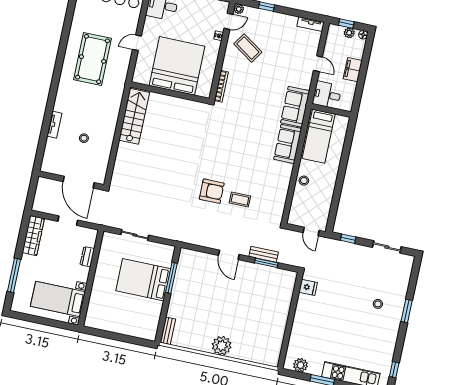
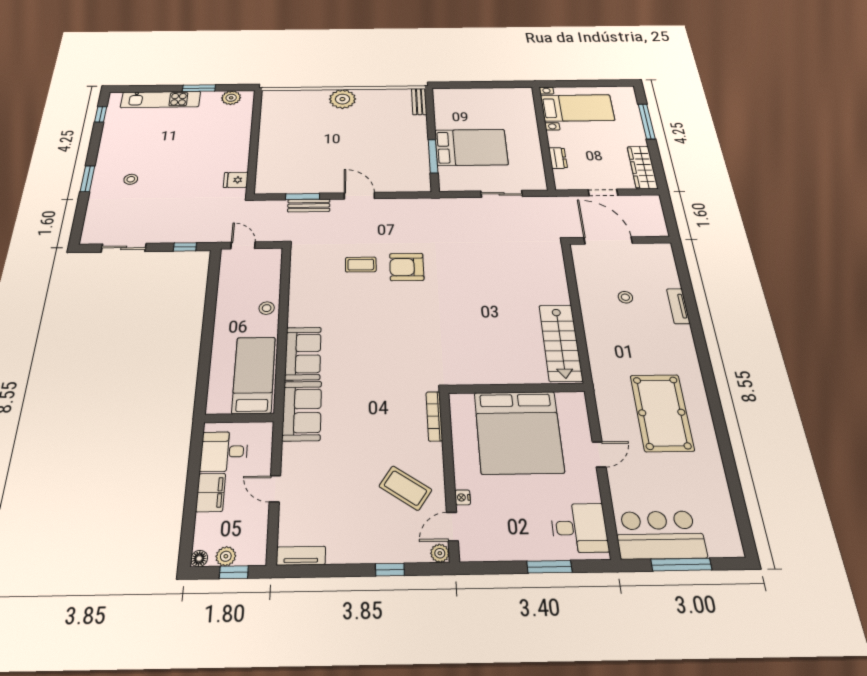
desk: (327, 95) -> (224, 452), moved, turned 180

